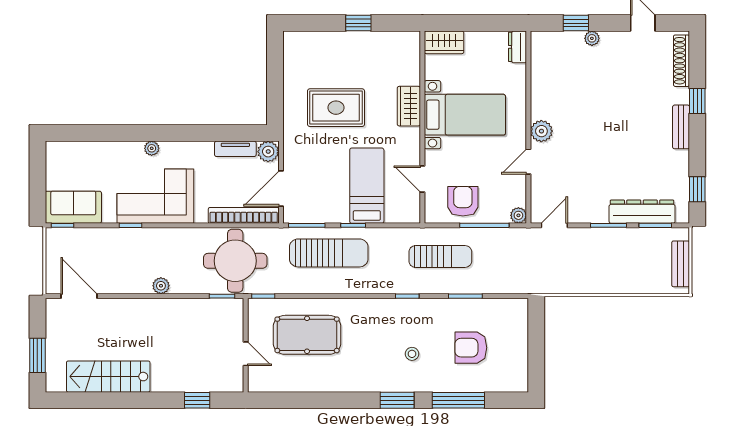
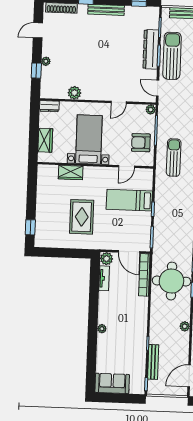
window: (358, 23) -> (30, 227), moved
wardrobe: (444, 42) -> (45, 140), moved
wardrobe: (409, 106) -> (71, 172), moved
bench: (681, 127) -> (106, 10), width x1.36
plant: (541, 131) -> (74, 93), moved
door: (528, 162) -> (119, 102), hinge flipped
corner sofa: (155, 196) -> (131, 328), removed
sofa: (73, 207) -> (112, 383), moved, turned 90
dresser: (642, 212) -> (151, 49), moved
bench: (100, 235) -> (153, 362), added
sun lounger: (329, 253) -> (172, 56), moved

